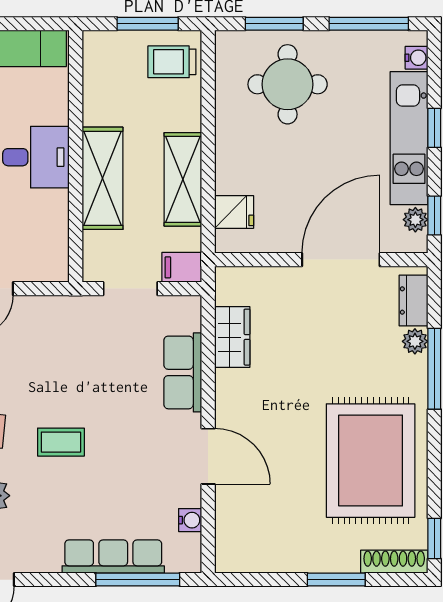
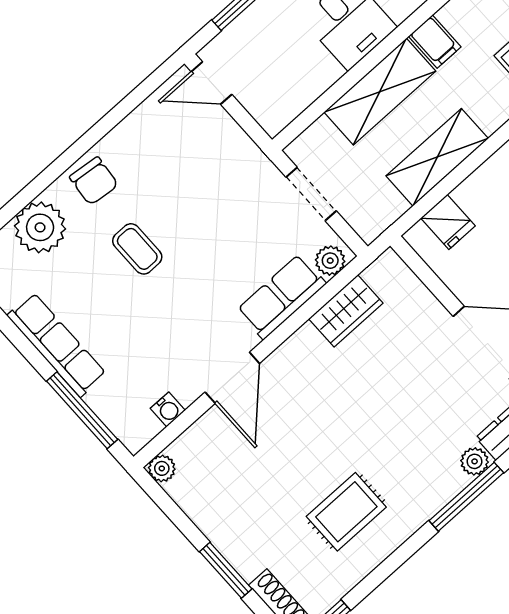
filing cabinet: (182, 267) -> (435, 42), moved, turned 180
plant: (188, 317) -> (330, 261), added
rug: (371, 461) -> (346, 512), width x0.54, depth x0.49
row of seats: (113, 557) -> (57, 345), moved
plant: (227, 561) -> (162, 468), added

